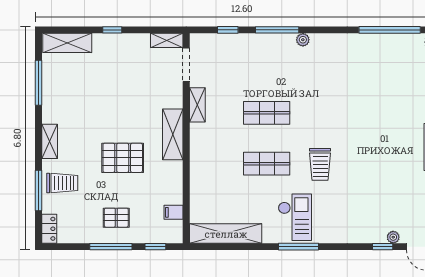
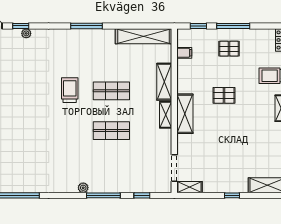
shelving: (197, 105) -> (166, 115), moved
pallet: (123, 158) -> (224, 95), width x0.67, depth x0.71
shelving: (199, 175) -> (164, 82), added
checkout: (295, 217) -> (89, 49), removed
plant: (393, 237) -> (26, 33), moved

